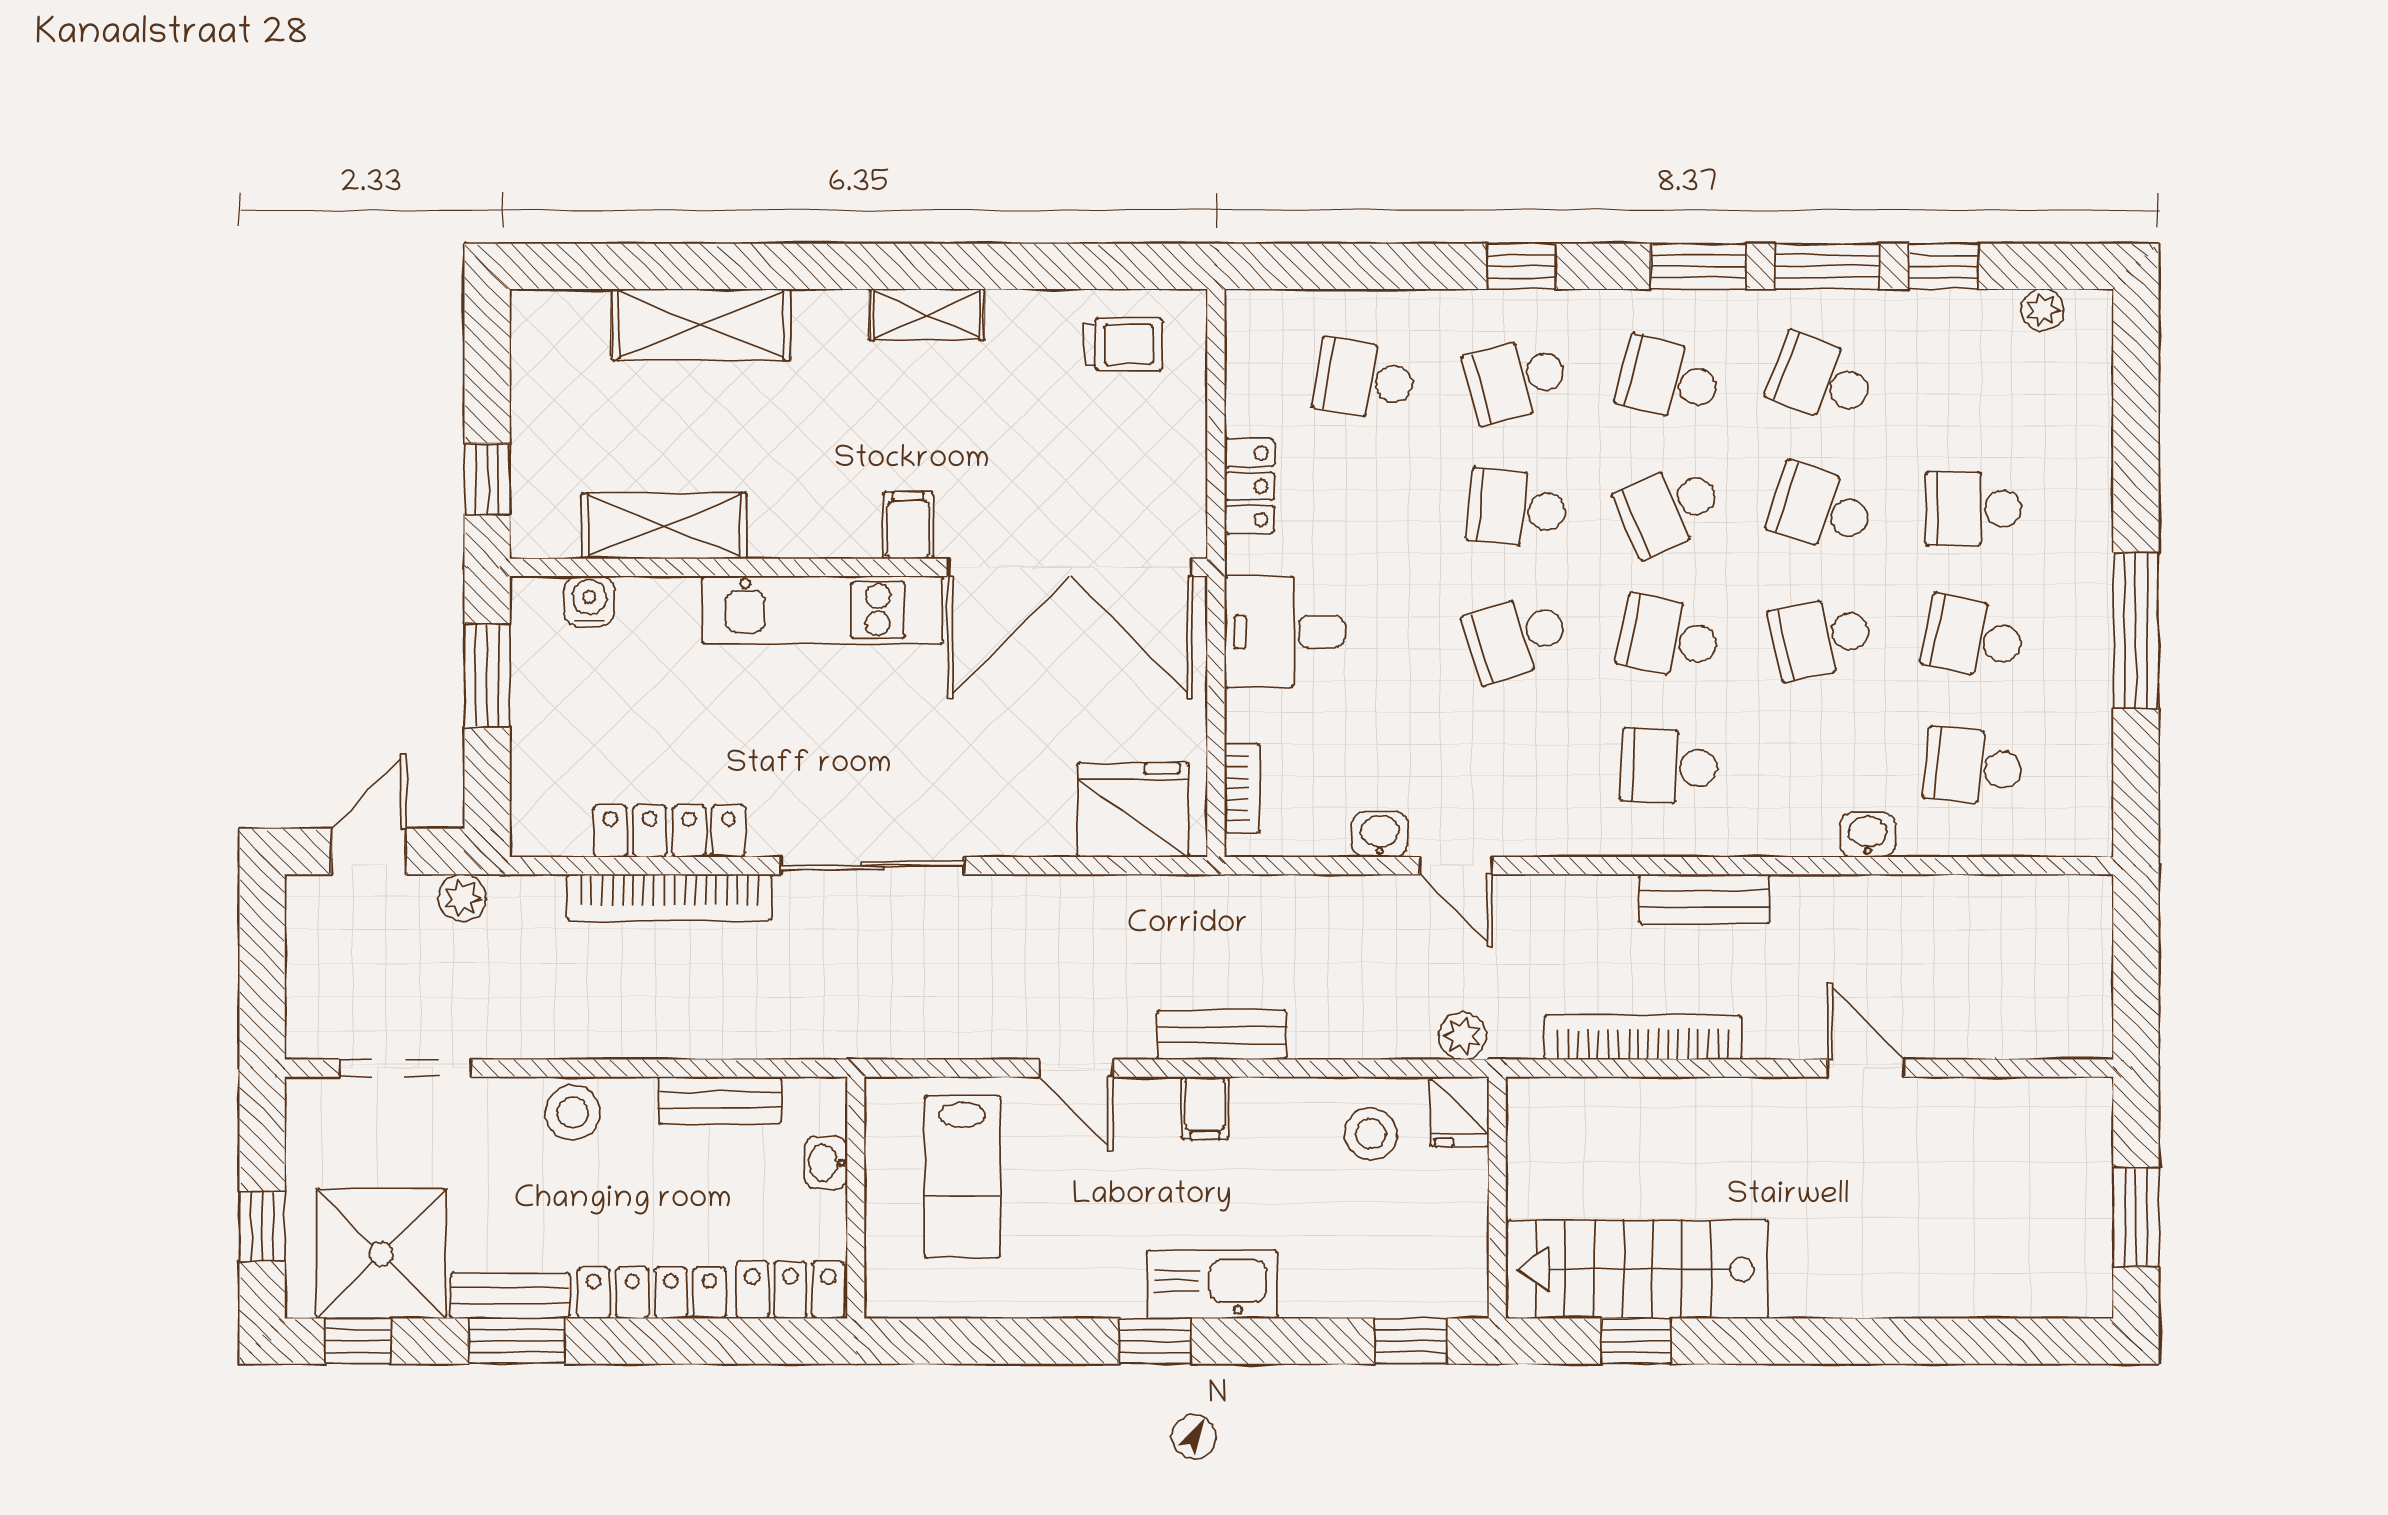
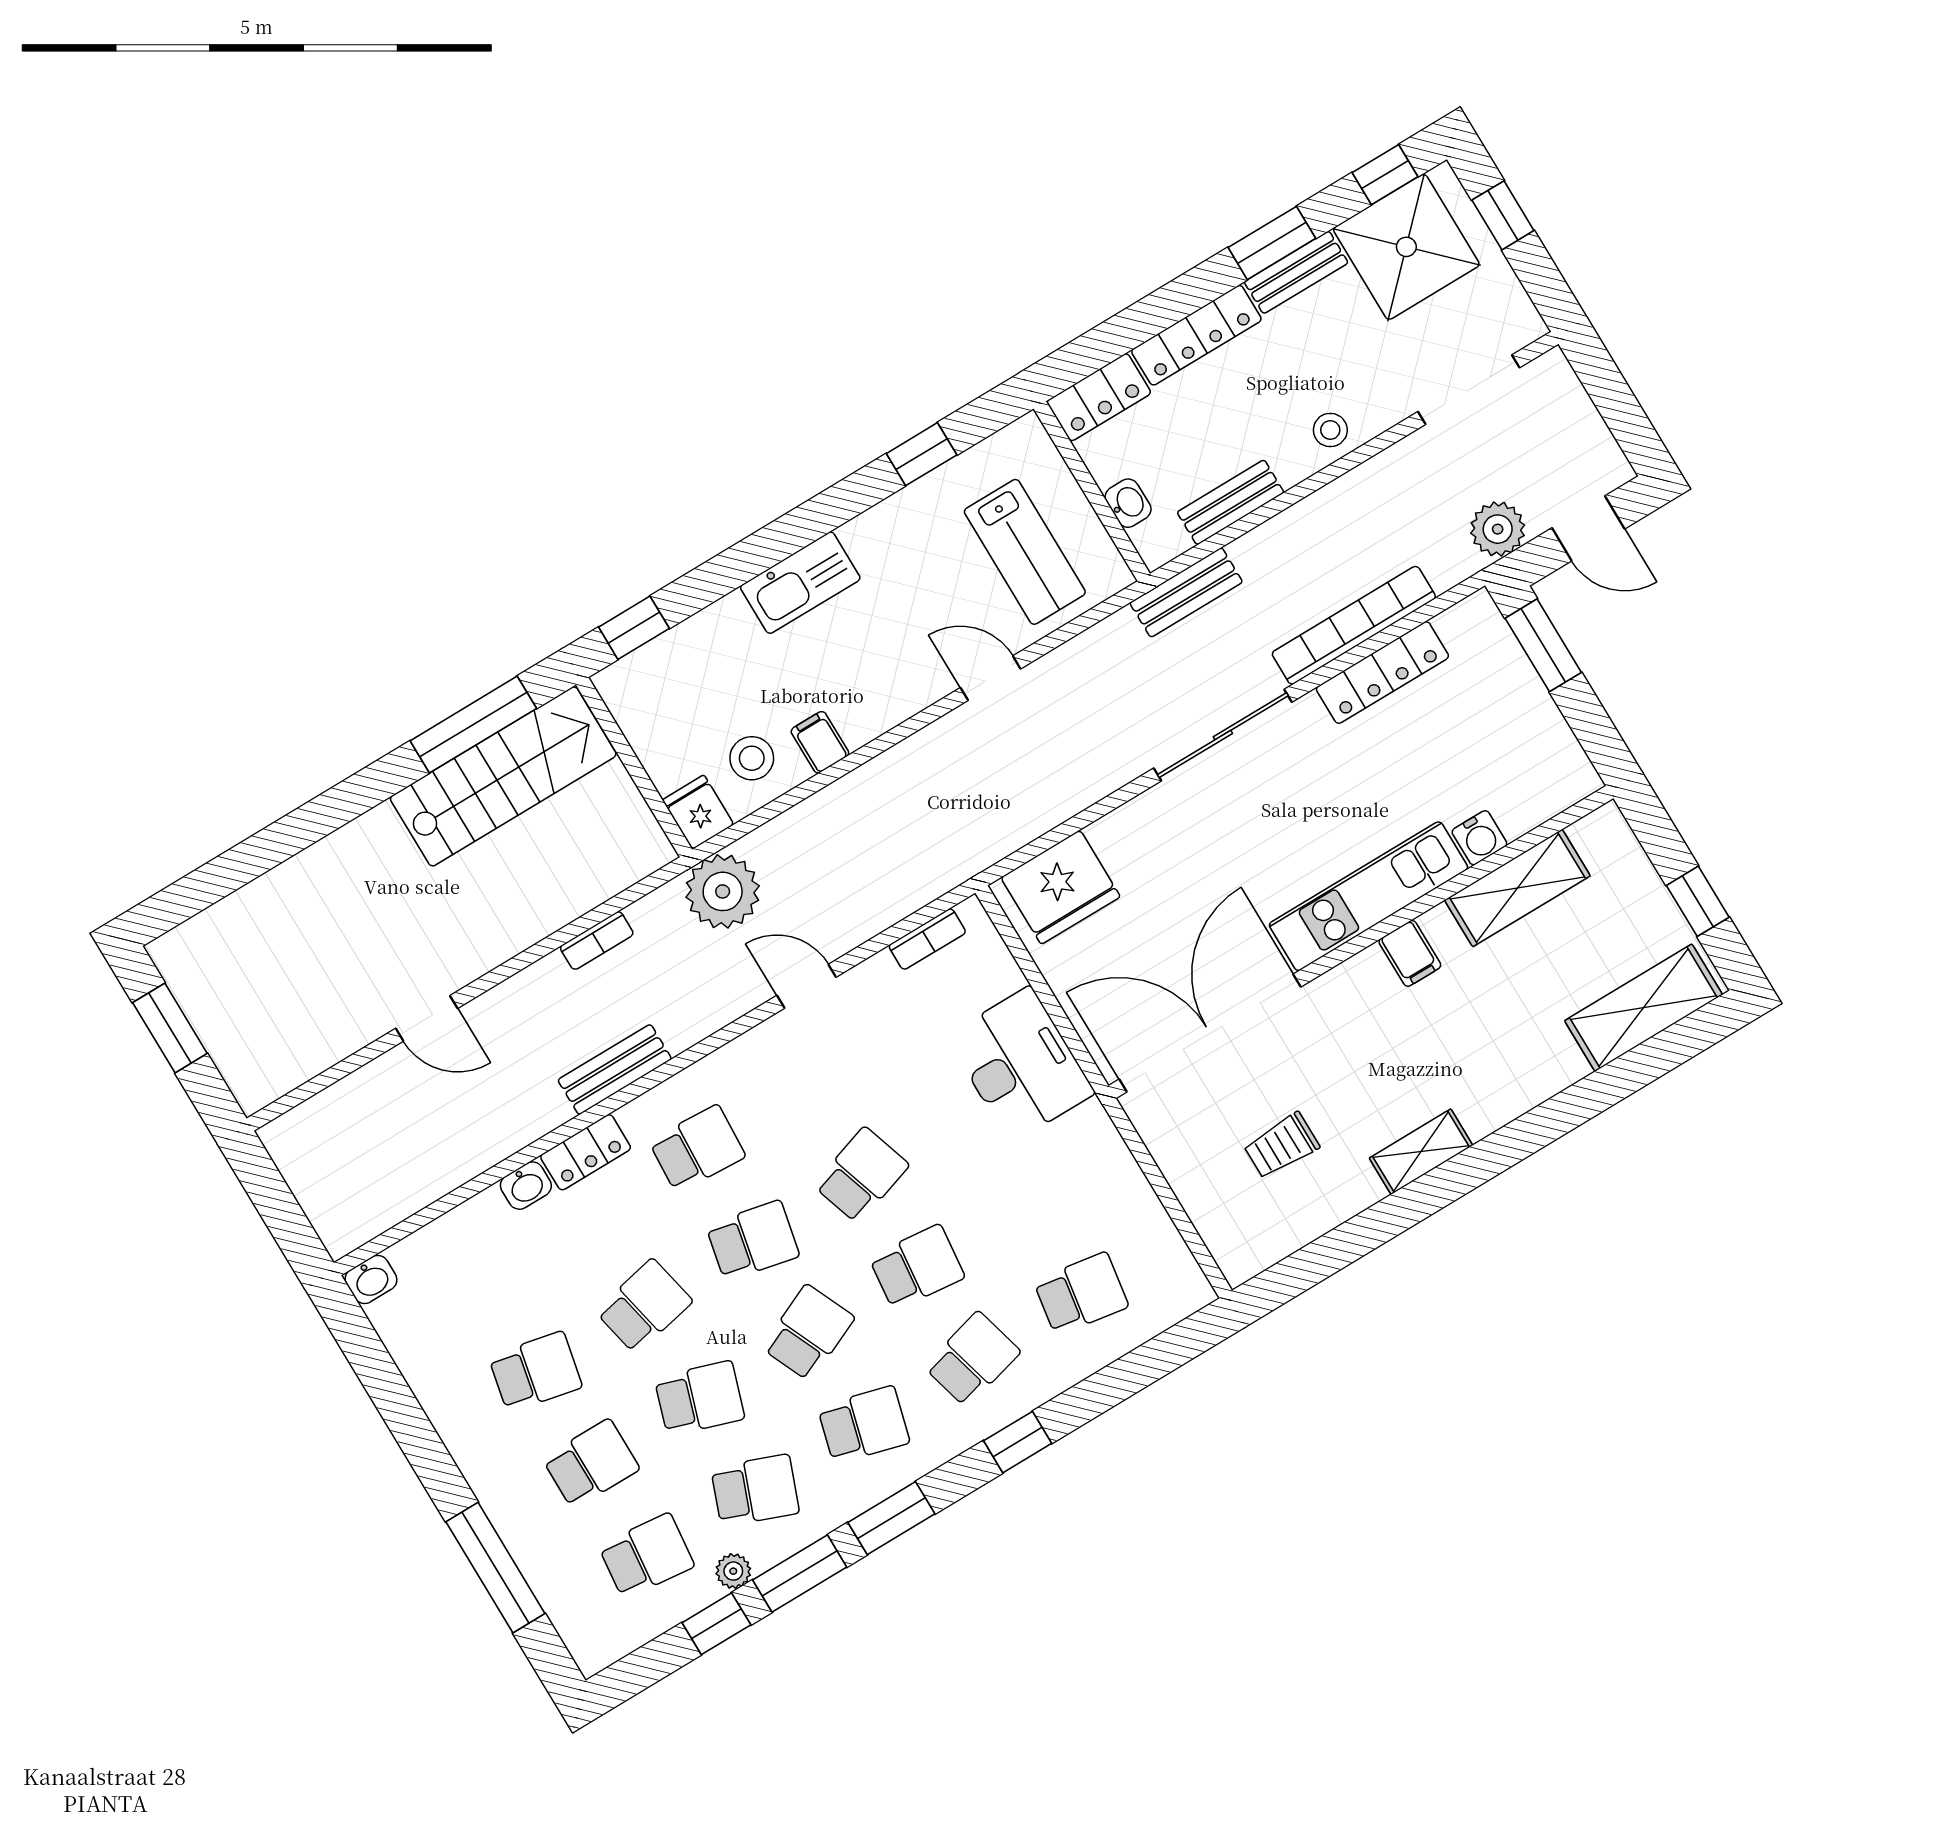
plant: (2043, 310) -> (733, 1571), moved
shelving: (701, 325) -> (1644, 1008), moved
trolley: (1123, 344) -> (1282, 1146), moved
window: (487, 479) -> (1698, 901), moved
locker: (1250, 486) -> (586, 1152), moved, turned -90
filing cabinet: (908, 525) -> (1410, 953), moved
water cooler: (589, 601) -> (1479, 838), moved
window: (2136, 631) -> (495, 1568), moved
desk: (1284, 632) -> (1020, 1065), width x1.37
window: (487, 676) -> (1543, 645), moved
school desk: (1973, 766) -> (646, 1556), moved
bookcase: (1242, 788) -> (927, 939), moved, turned -90
washbasin: (1380, 834) -> (371, 1279), moved
door: (369, 852) -> (1588, 528), hinge flipped
plant: (462, 898) -> (1498, 529), width x1.38, depth x1.38
bench: (1222, 1035) -> (1186, 592), moved
plant: (1462, 1036) -> (723, 891), width x1.88, depth x1.88
bookcase: (1643, 1037) -> (597, 941), width x0.43, depth x0.76
filing cabinet: (1205, 1108) -> (820, 742), moved
stool: (573, 1113) -> (1330, 430), width x0.73, depth x0.73
lab bench: (962, 1177) -> (1025, 552), turned 180
window: (1155, 1341) -> (922, 454), moved
window: (1636, 1341) -> (473, 725), width x2.17

